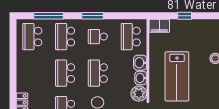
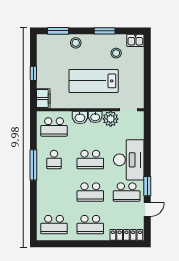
window: (49, 16) -> (33, 209), removed
window: (92, 16) -> (33, 165), width x1.44
school desk: (65, 37) -> (90, 225), moved
lab bench: (177, 76) -> (94, 81), turned 180
stool: (205, 99) -> (116, 53), added

